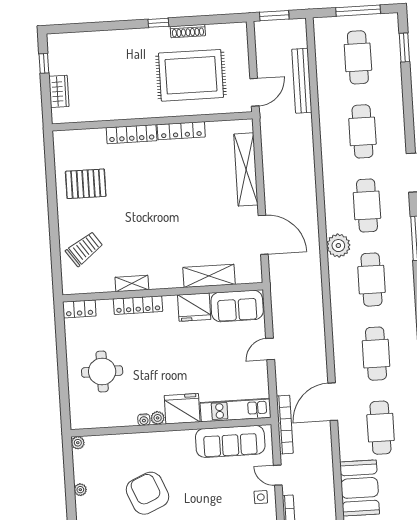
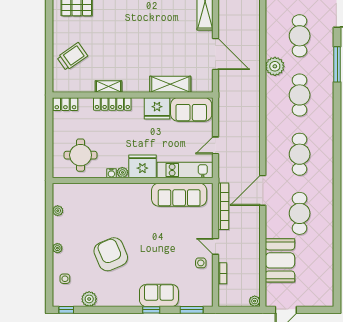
fridge: (182, 409) -> (142, 166), moved
kitchen unit: (236, 410) -> (185, 170), moved
plant: (158, 418) -> (122, 172), moved
water cooler: (144, 420) -> (111, 173), moved
wall: (171, 427) -> (133, 180), moved
sofa: (230, 441) -> (179, 195), moved

